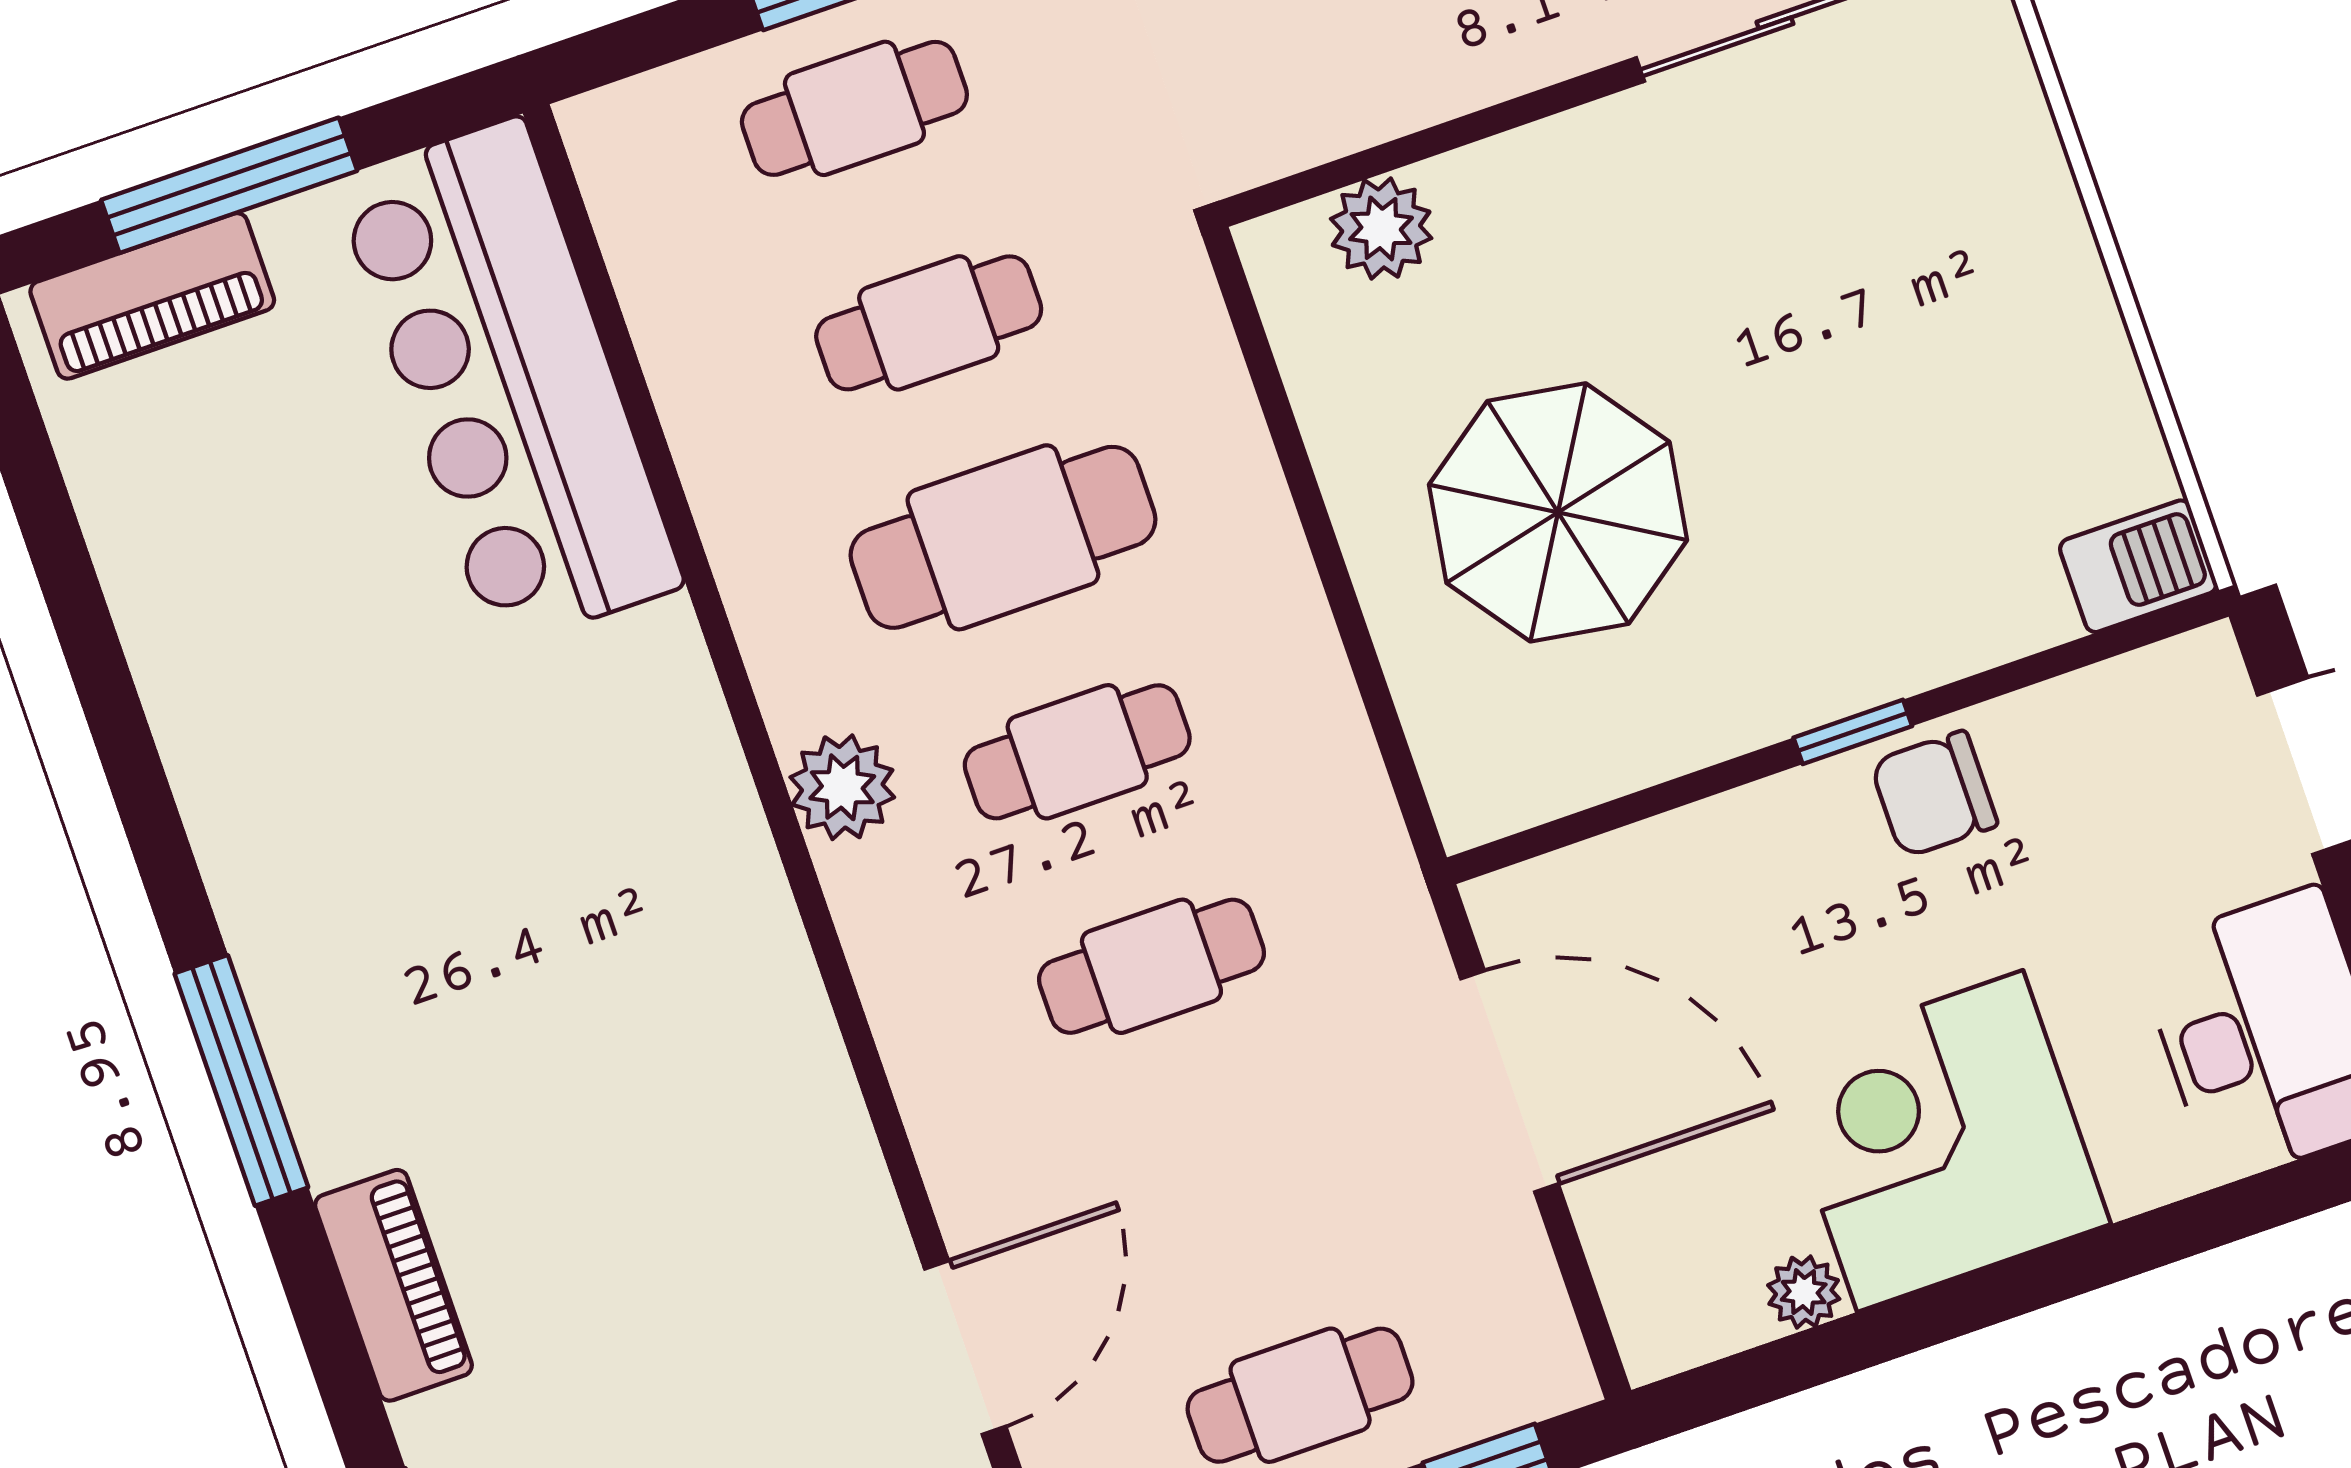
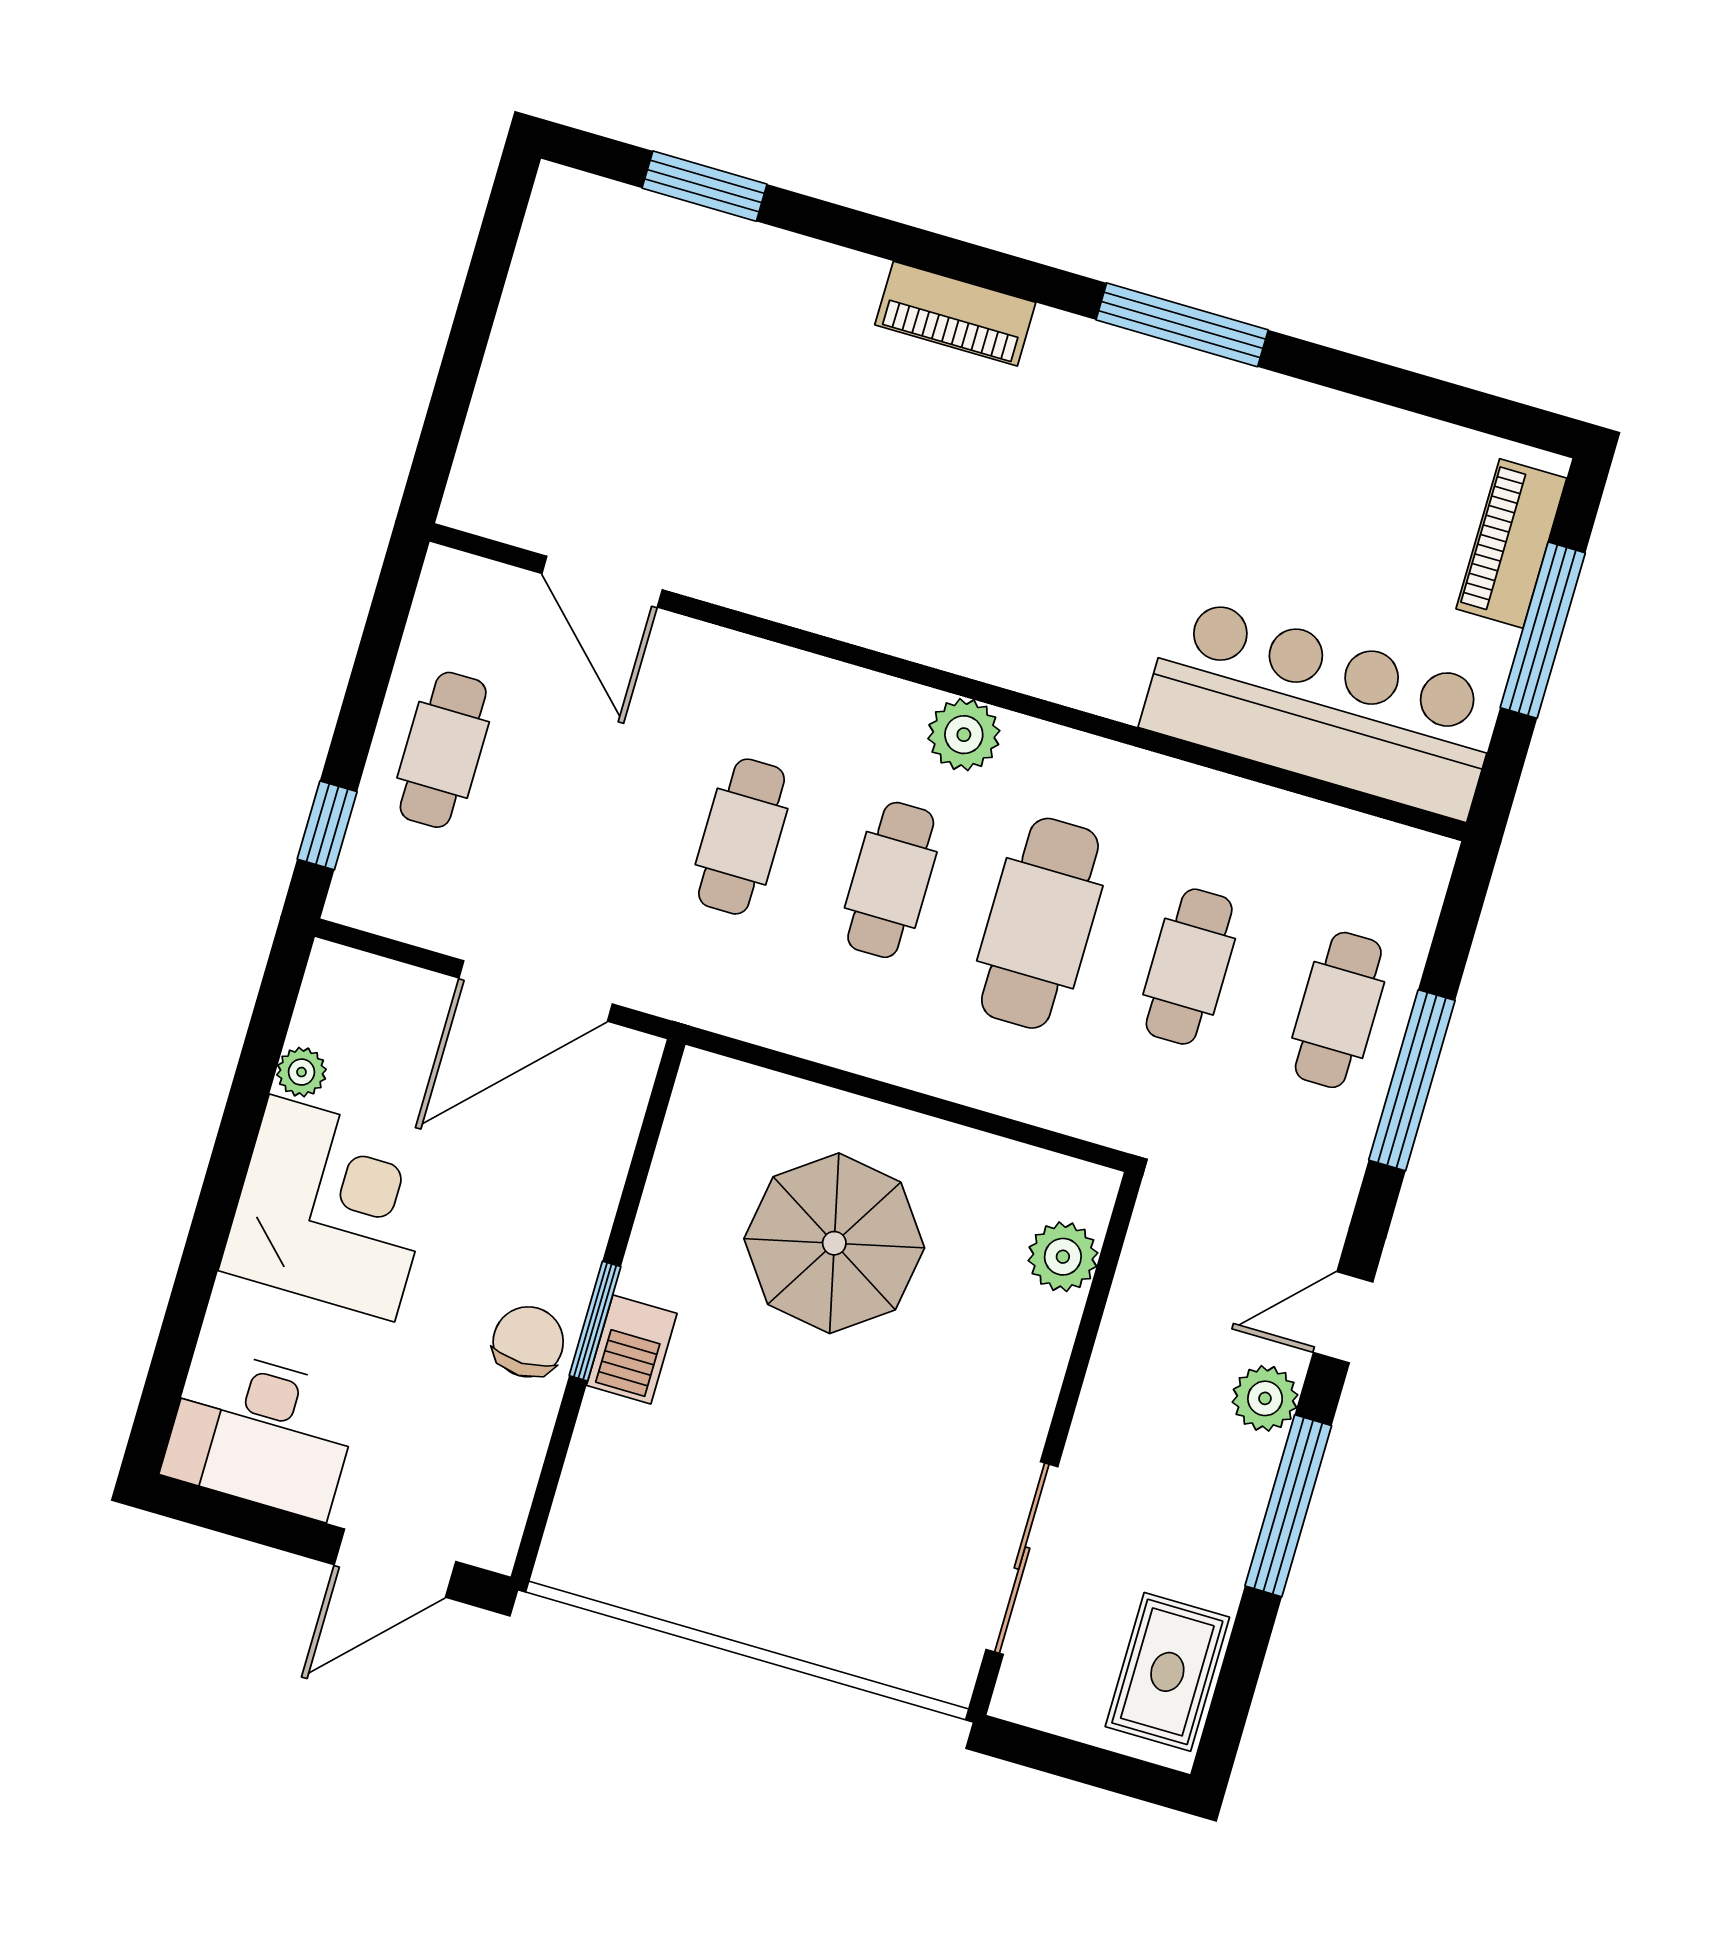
barbecue: (2138, 566) -> (632, 1349), moved
window: (1853, 732) -> (595, 1321), width x1.50
window: (241, 1080) -> (1182, 325), moved
piano: (393, 1285) -> (955, 314), moved

